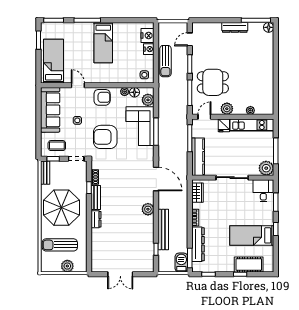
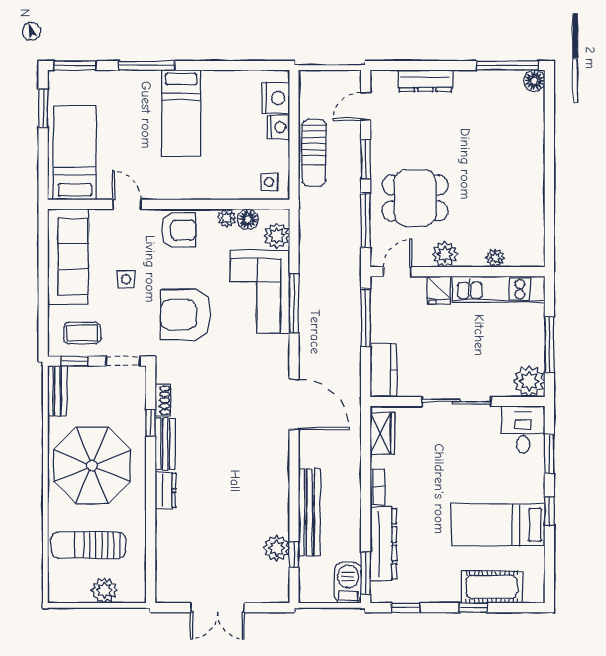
dresser: (235, 27) -> (425, 81), moved
kitchen counter: (198, 157) -> (384, 370), width x0.67
plant: (148, 209) -> (277, 548), moved

